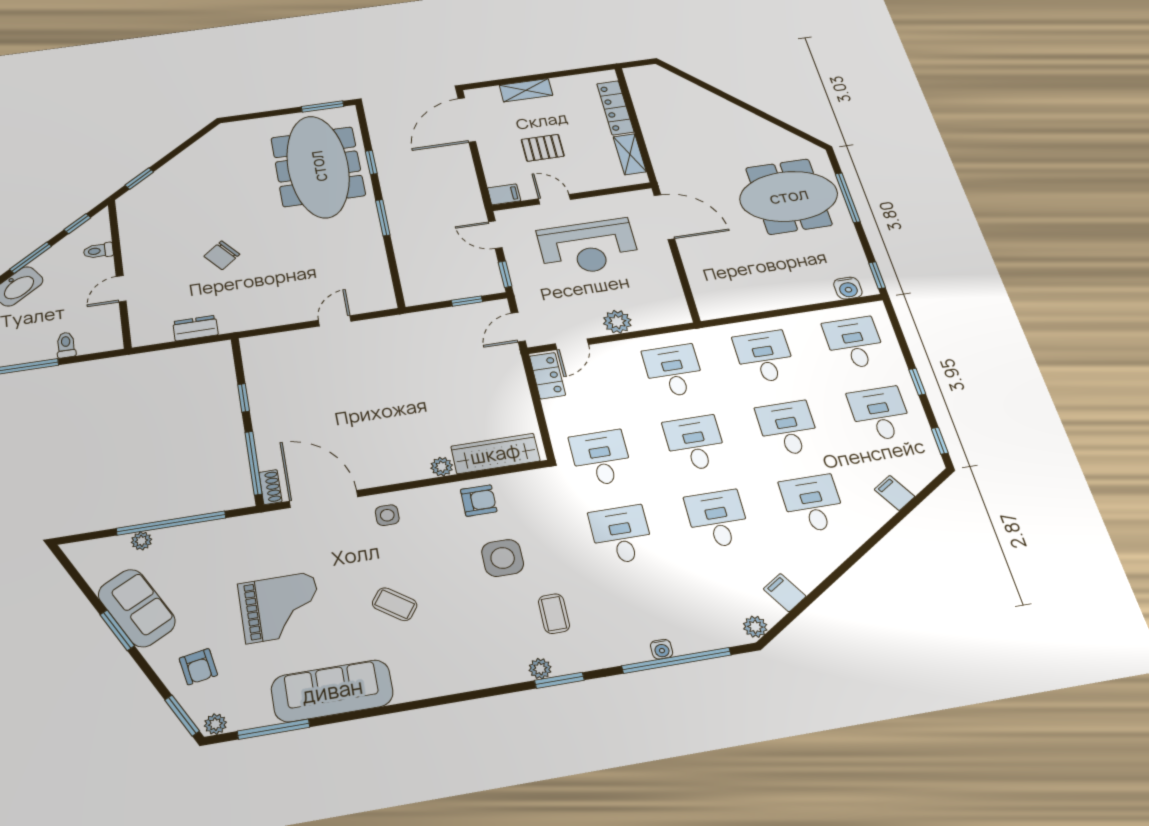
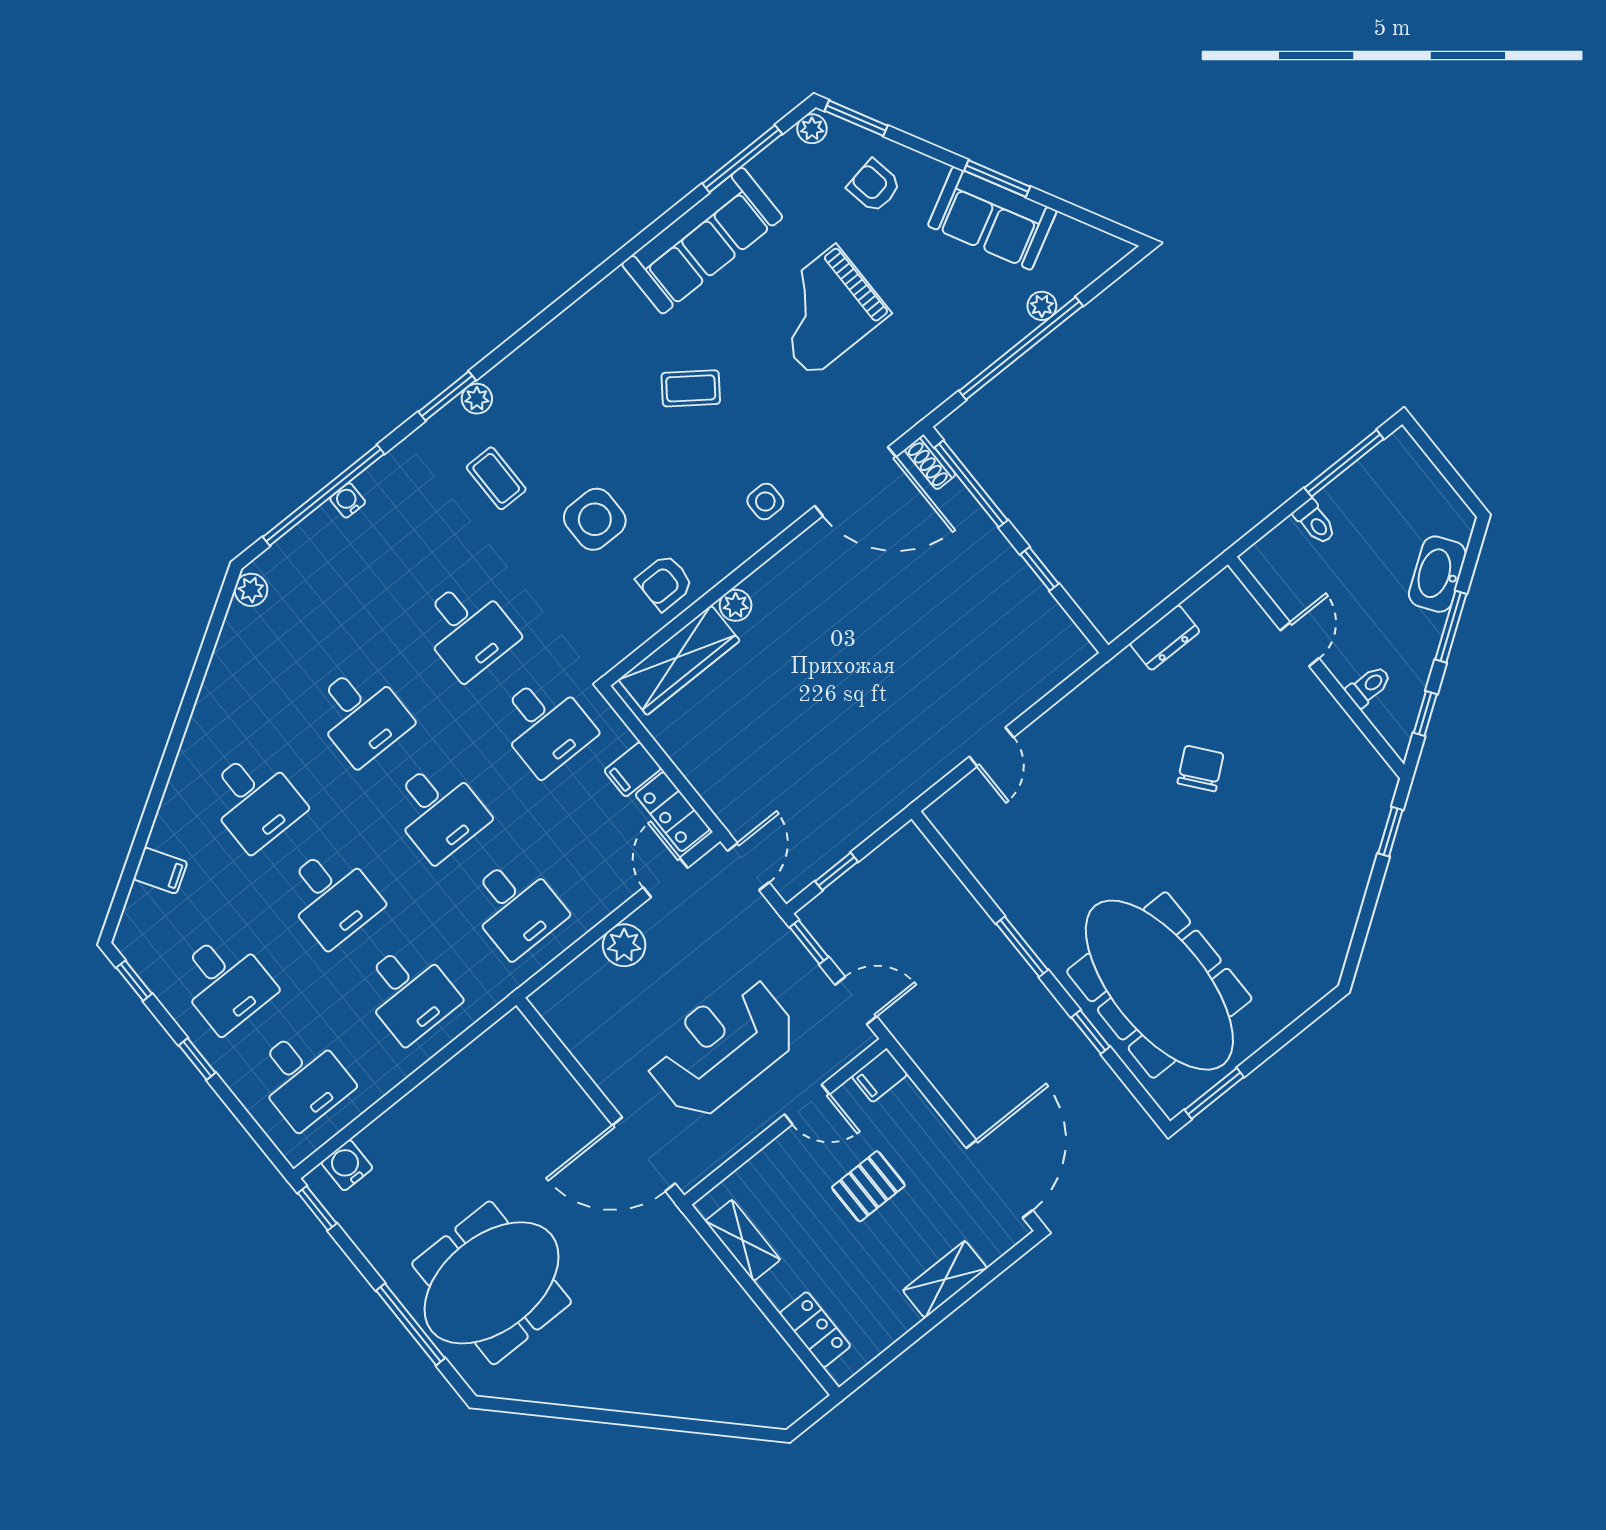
locker: (615, 108) -> (815, 1330), width x0.66
filing cabinet: (785, 593) -> (633, 769), moved, turned 122

